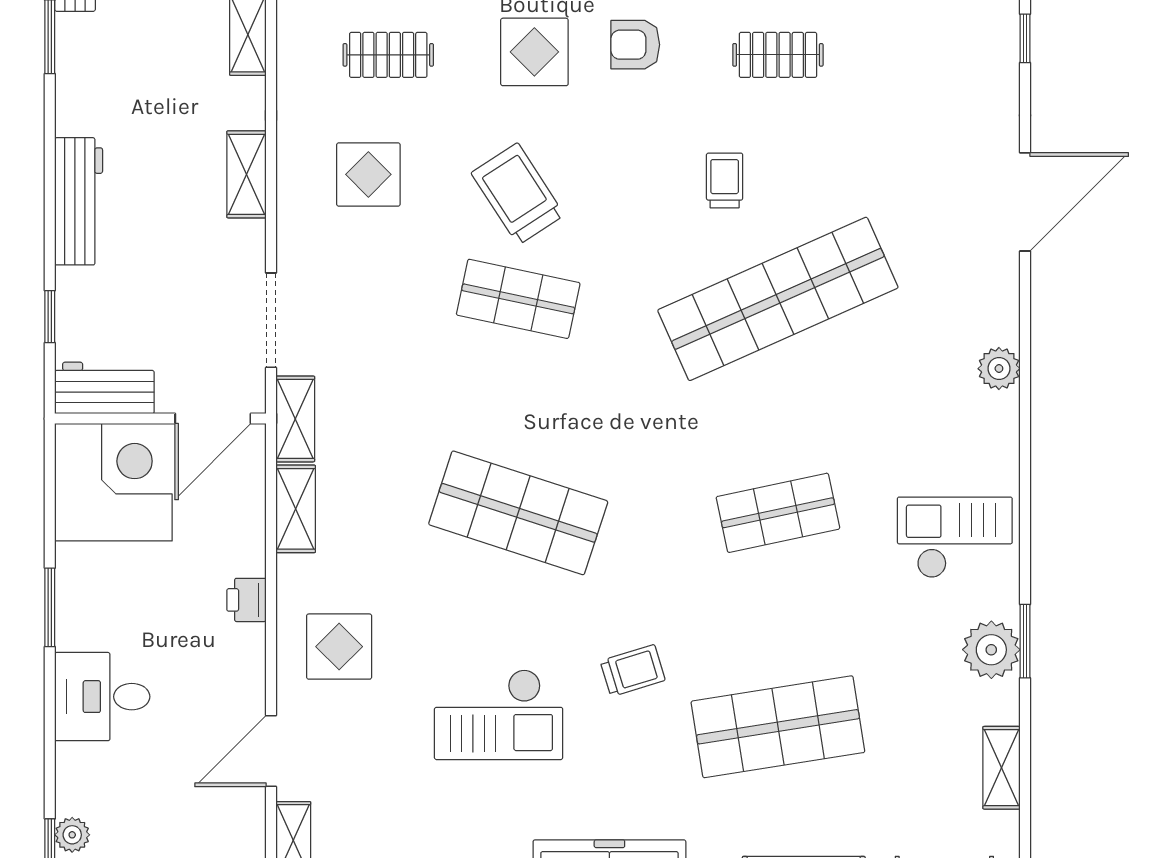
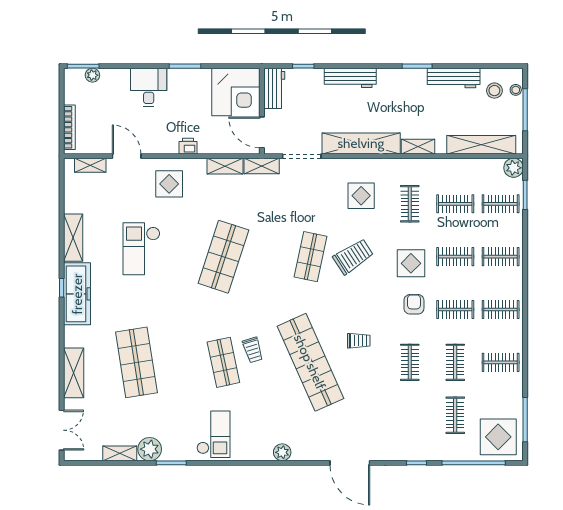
shelving: (247, 174) -> (361, 143), width x2.20, depth x1.33
plant: (991, 650) -> (150, 449), moved
trolley: (633, 671) -> (253, 350), moved

